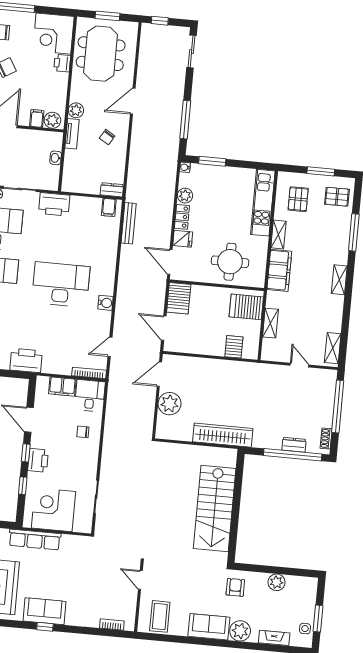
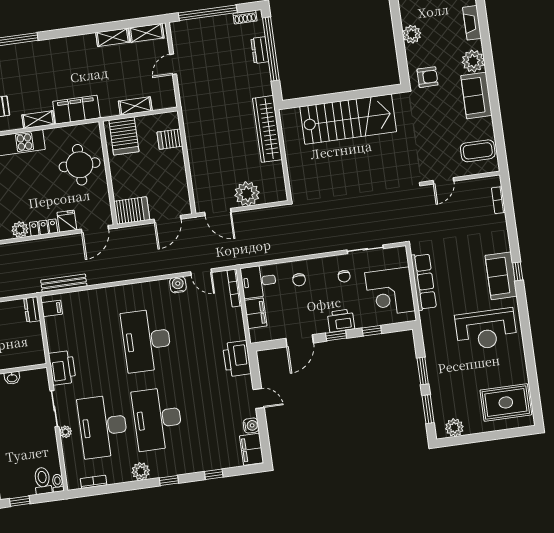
shelving: (339, 280) -> (113, 37), moved
water cooler: (106, 303) -> (178, 285), moved
chair: (77, 472) -> (344, 276), added
row of seats: (35, 540) -> (424, 282), moved
armchair: (235, 587) -> (428, 77), turned 180

